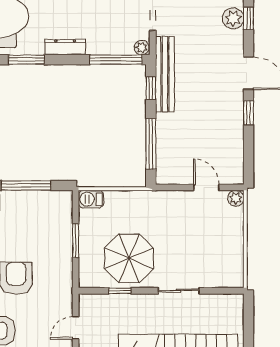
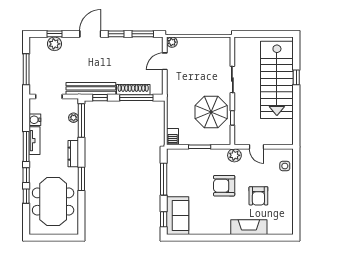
plant: (142, 48) -> (74, 118), moved
shoe rack: (163, 139) -> (133, 89), added
window: (249, 153) -> (143, 34), added
plant: (63, 294) -> (234, 155), added

